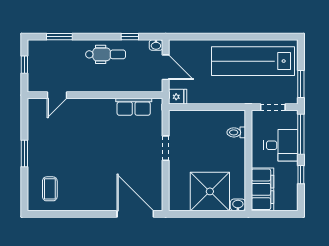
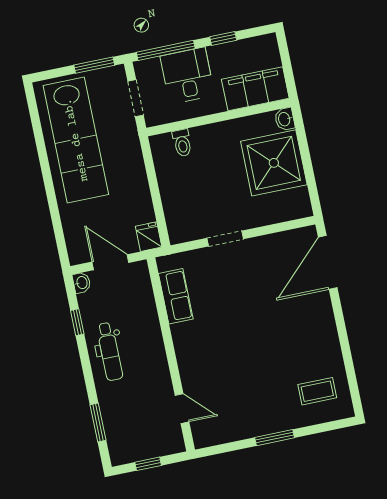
dental chair: (106, 54) -> (110, 352), turned 180
door: (166, 67) -> (110, 262), hinge flipped

